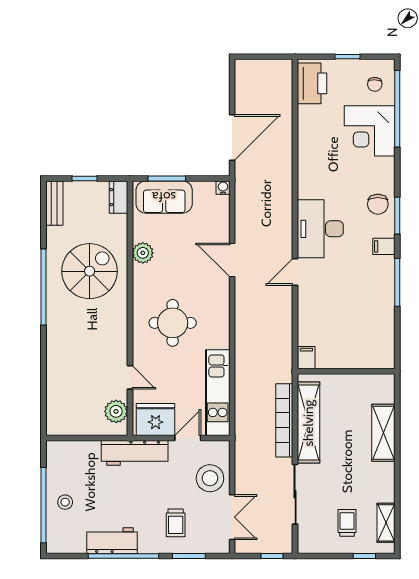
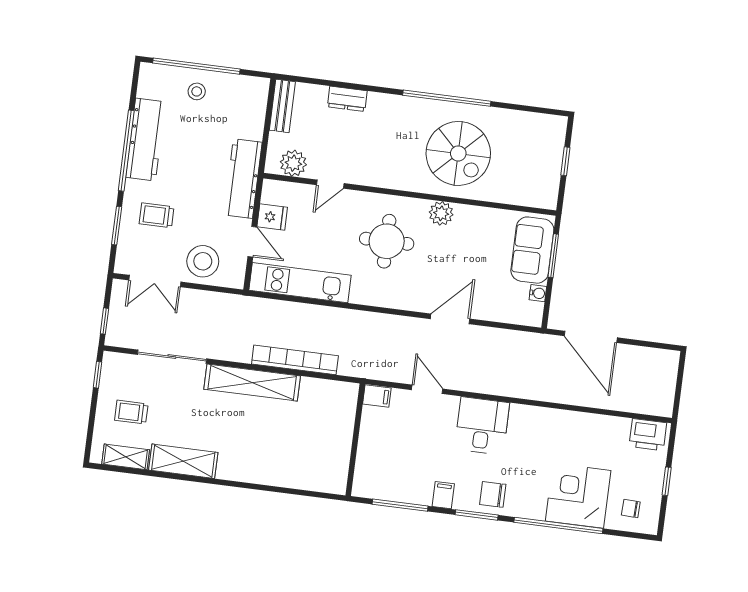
printer: (312, 83) -> (648, 435), width x0.73, depth x0.84
window: (397, 109) -> (558, 525), moved
water cooler: (223, 188) -> (538, 293), moved
dresser: (118, 197) -> (347, 99), moved, turned 180
bench: (54, 203) -> (282, 106), moved, turned 90
desk: (320, 229) -> (482, 426), width x0.73
plant: (143, 253) -> (441, 213), moved
filing cabinet: (306, 358) -> (377, 396), moved
wall: (346, 371) -> (355, 440), moved
fridge: (156, 420) -> (272, 217), width x0.53, depth x0.75
bookcase: (284, 420) -> (295, 360), moved
shelving: (383, 433) -> (183, 461), moved
trolley: (347, 523) -> (131, 412), turned 180
workbench: (112, 541) -> (146, 140), width x1.38
window: (364, 556) -> (98, 375), moved

